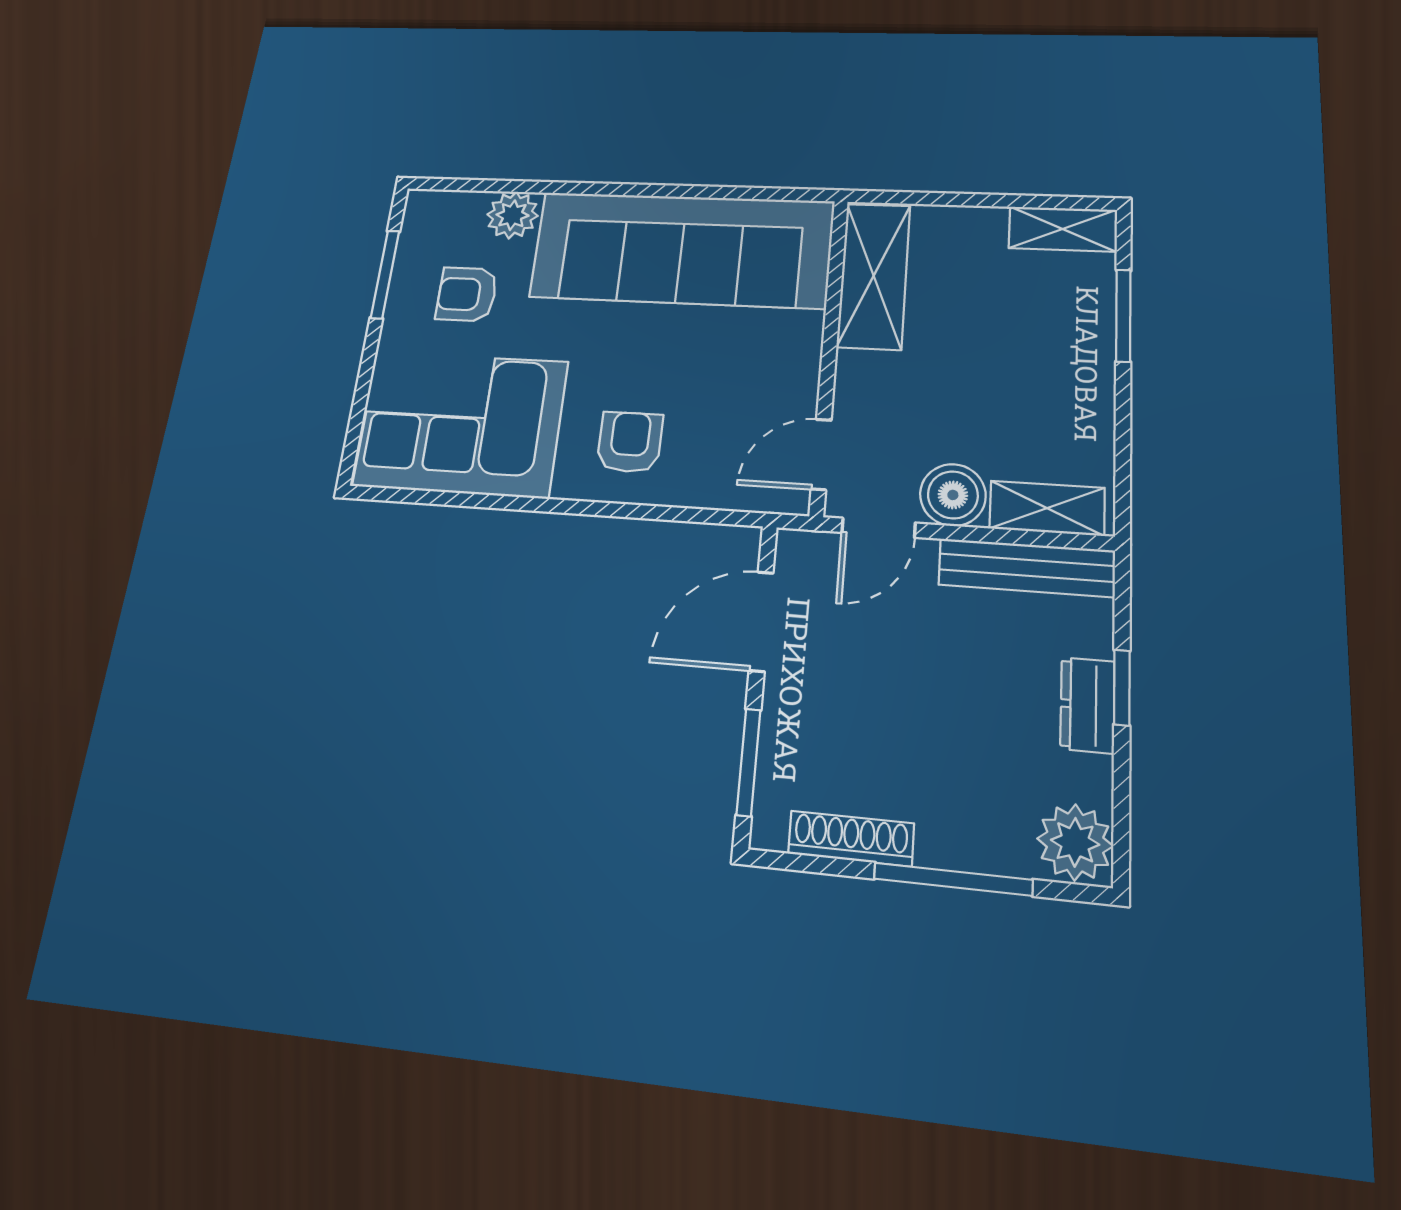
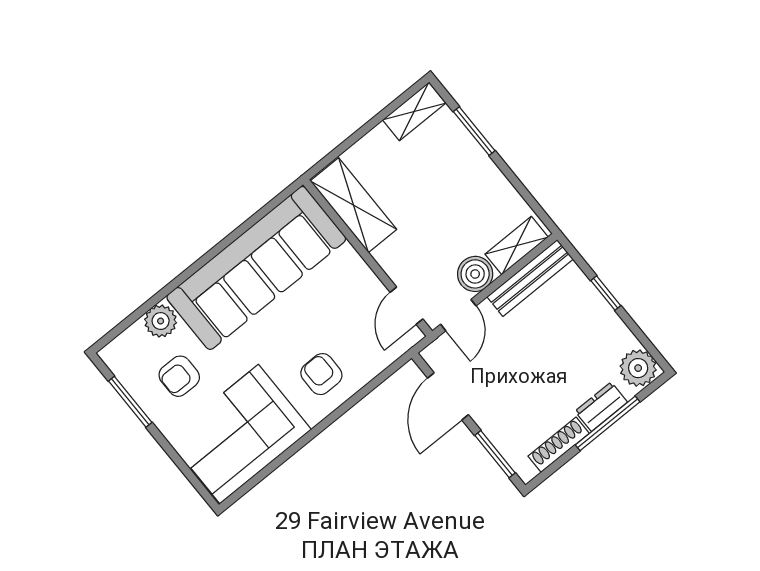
dresser: (1087, 705) -> (601, 407), moved, turned 90

